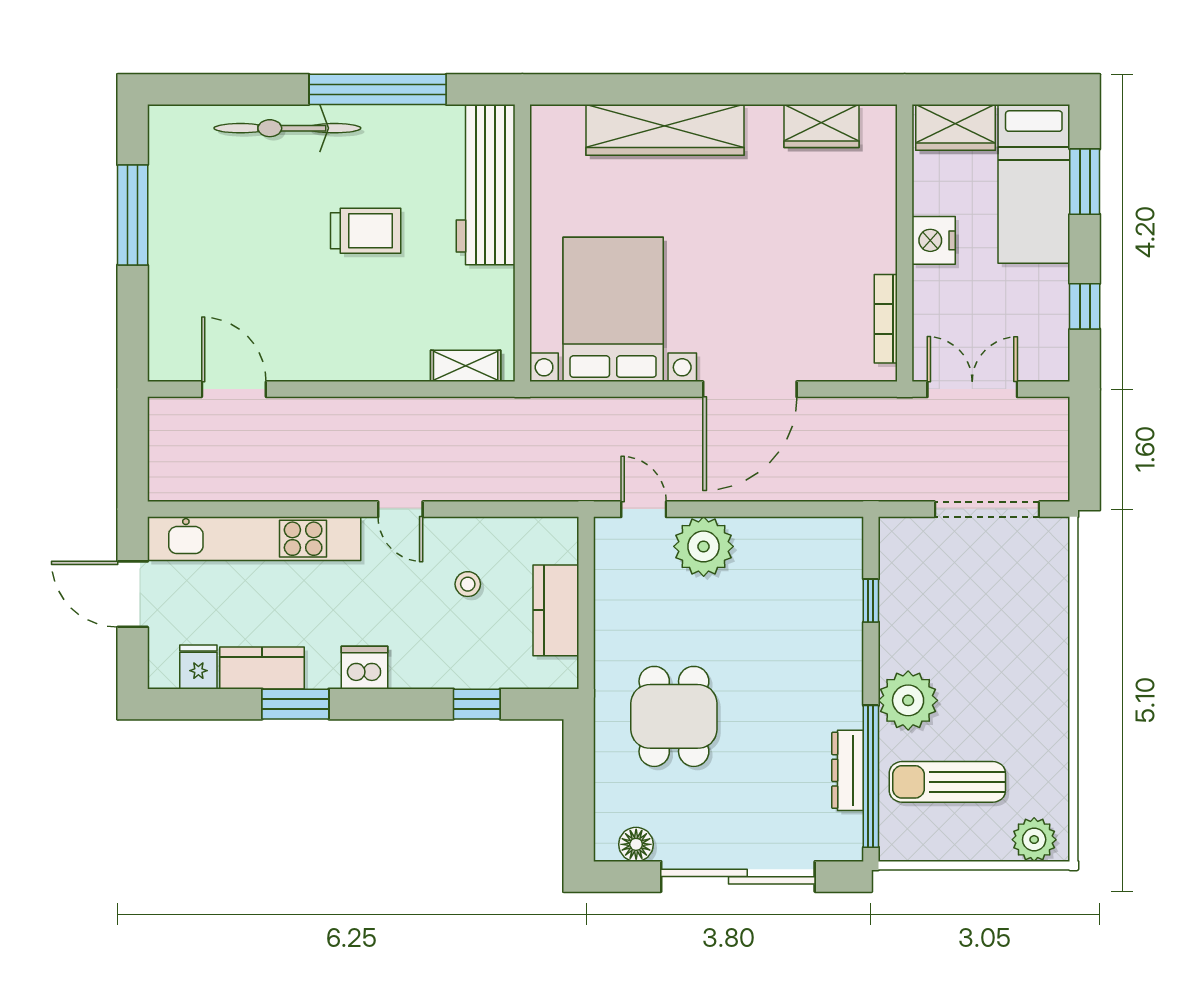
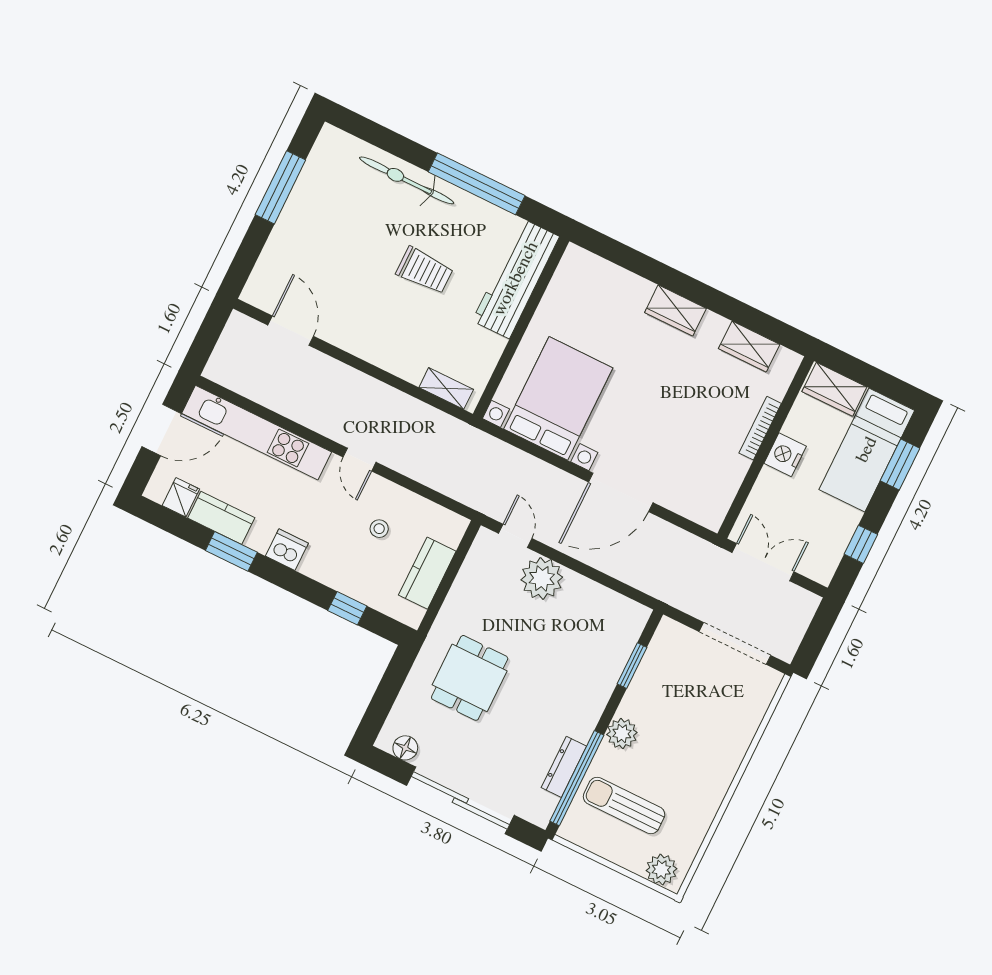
wardrobe: (665, 130) -> (675, 310), width x0.48, depth x0.85
bookcase: (886, 319) -> (760, 428), moved
door: (133, 594) -> (162, 430), swing flipped
window: (871, 601) -> (632, 666), width x1.50
plant: (908, 700) -> (622, 734), width x0.73, depth x0.73

